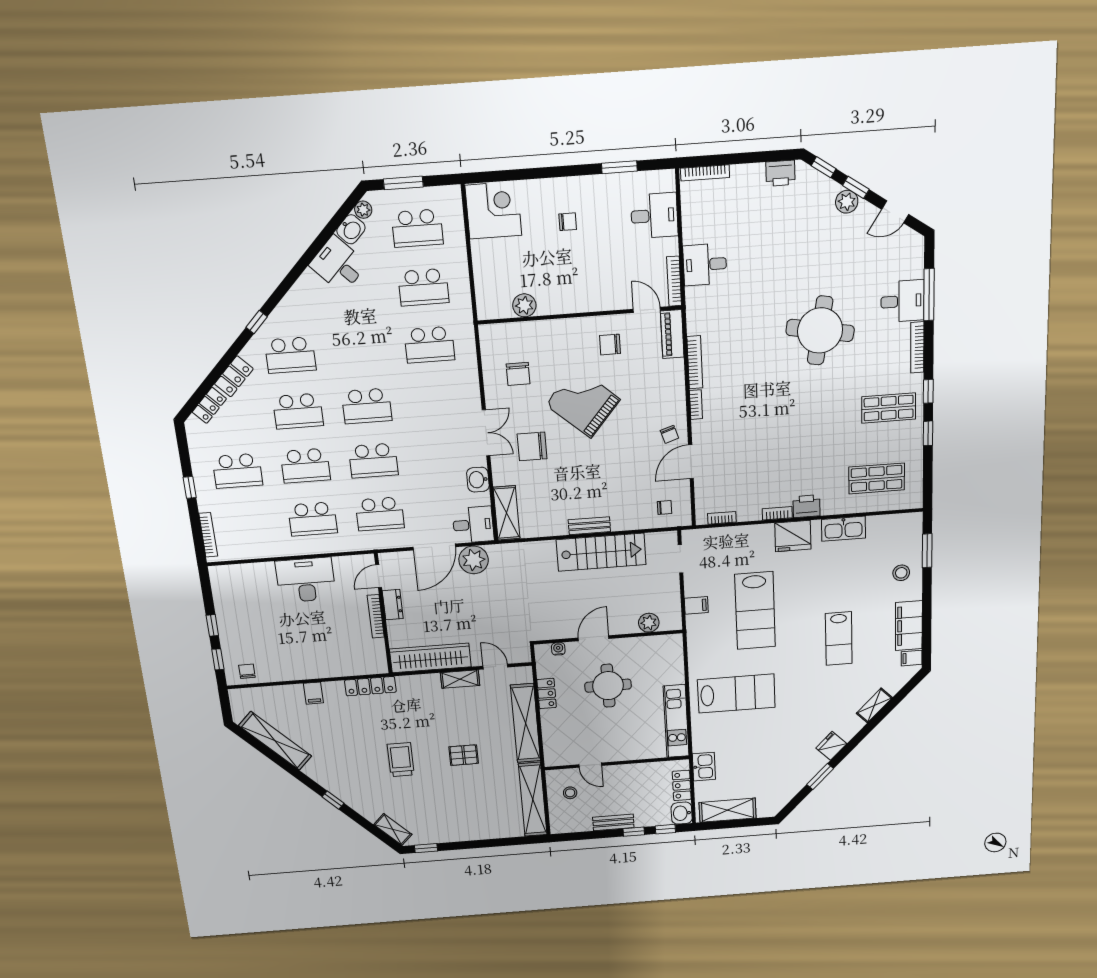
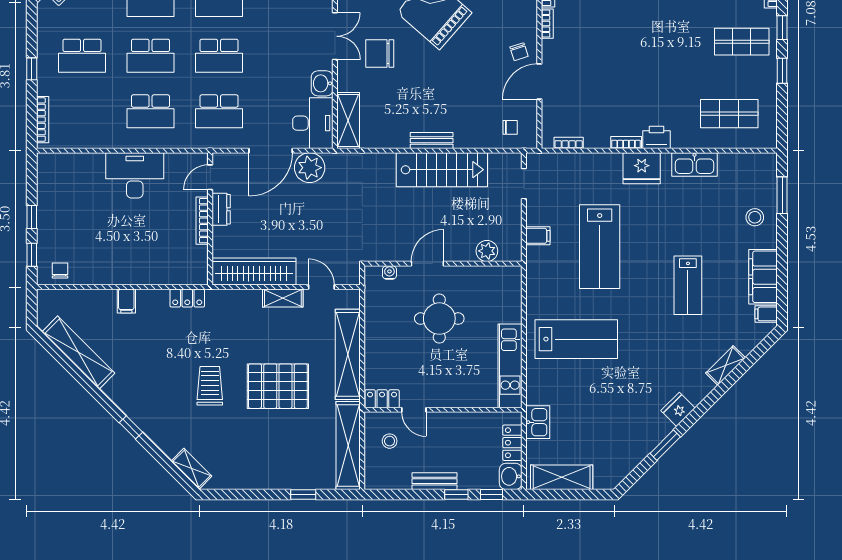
desk: (473, 525) -> (313, 123), width x1.37
locker: (370, 686) -> (187, 298), width x0.66
locker: (547, 694) -> (382, 399), moved, turned -90
pallet: (464, 755) -> (278, 386), width x2.05, depth x2.00
window: (426, 848) -> (303, 495), moved

